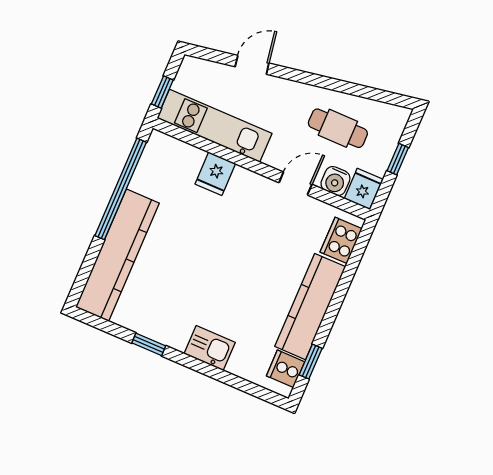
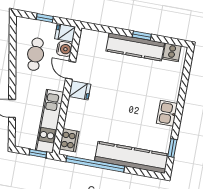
fridge: (215, 174) -> (80, 90), moved
cooker: (341, 240) -> (69, 140), moved, turned -90
window: (149, 344) -> (172, 148), moved
kitchen sink: (210, 348) -> (167, 113), moved
window: (311, 362) -> (142, 36), moved

